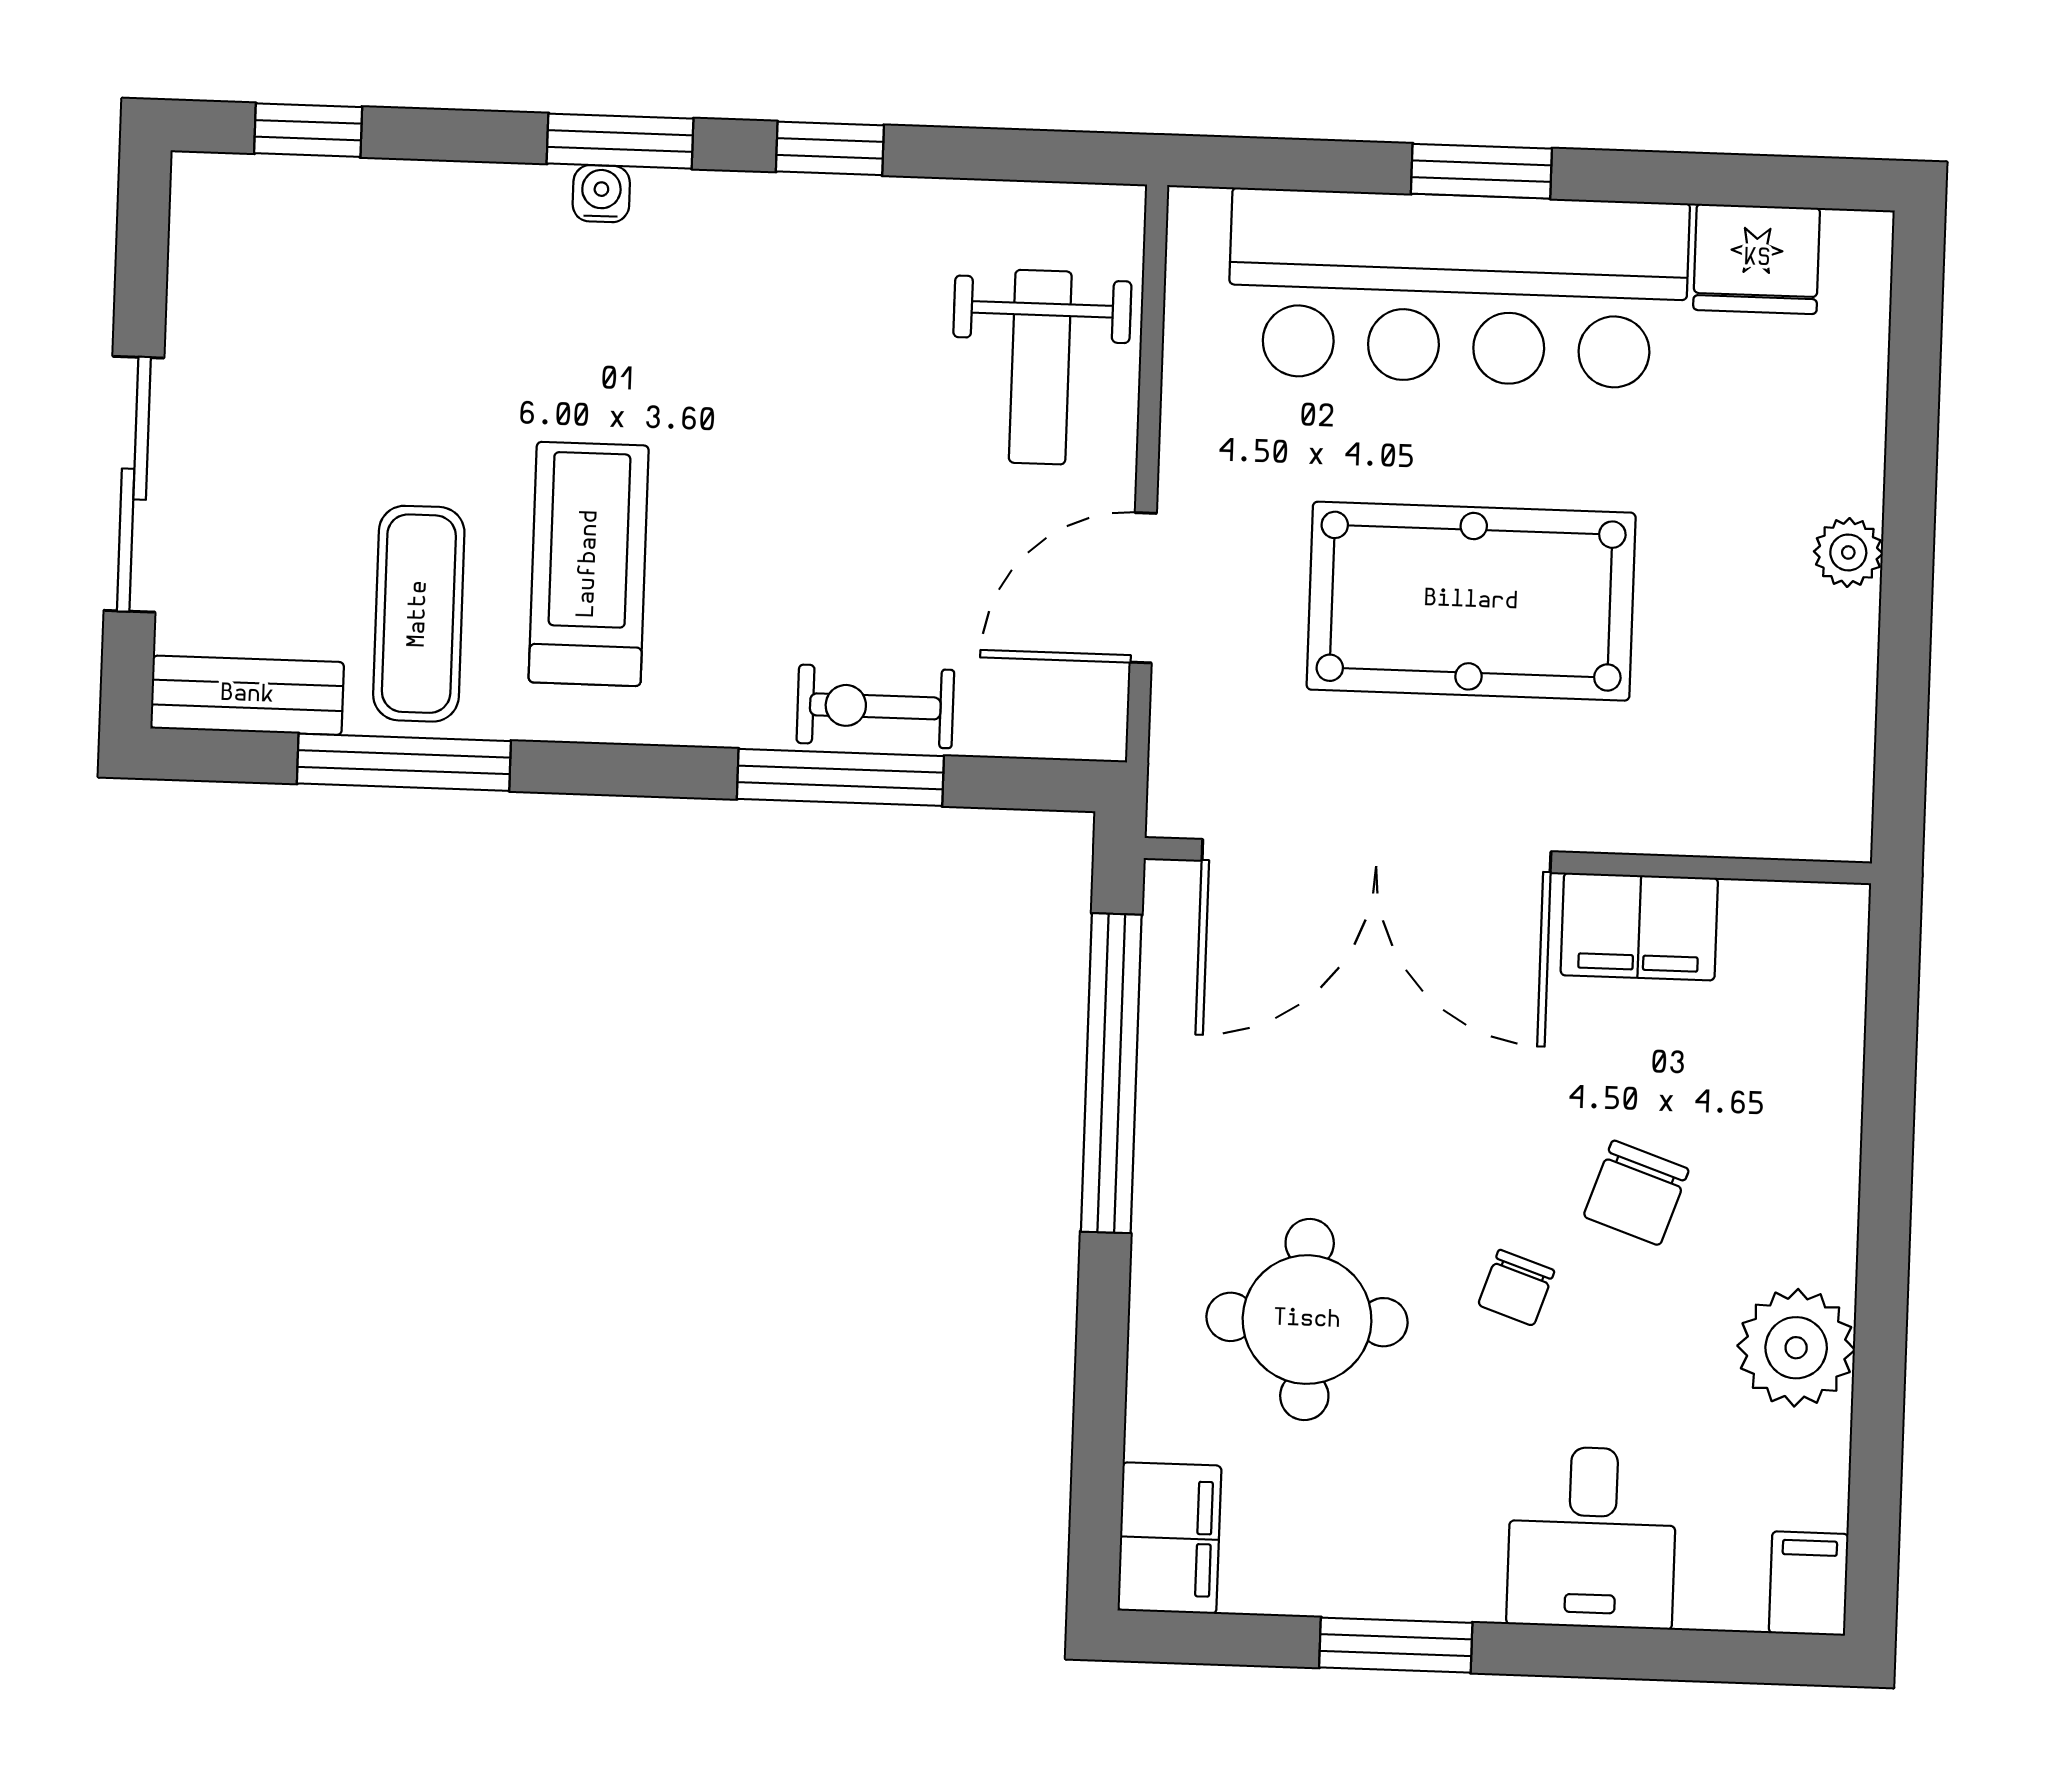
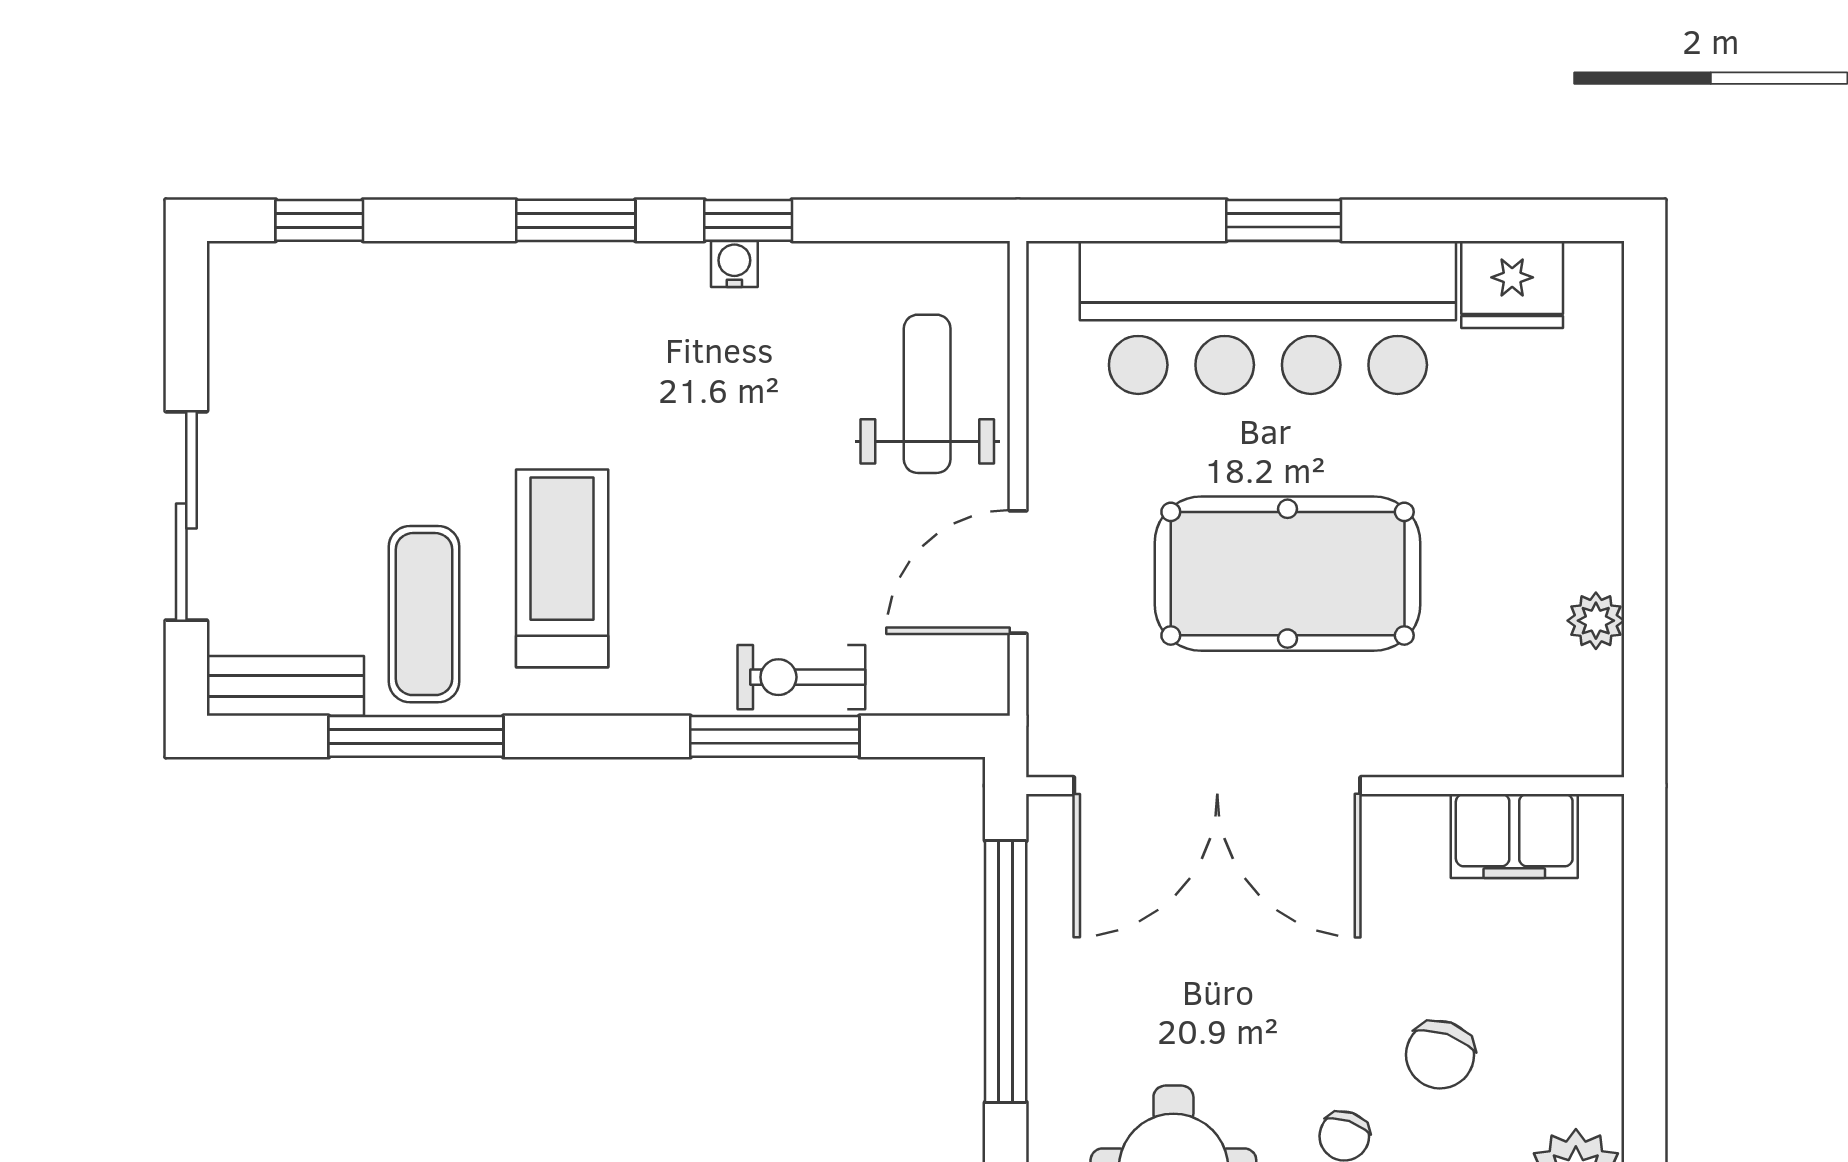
water cooler: (601, 194) -> (734, 264), moved
weight bench: (1040, 367) -> (927, 394), turned 180
plant: (1848, 552) -> (1596, 621), moved
filing cabinet: (1639, 927) -> (1514, 836), moved

